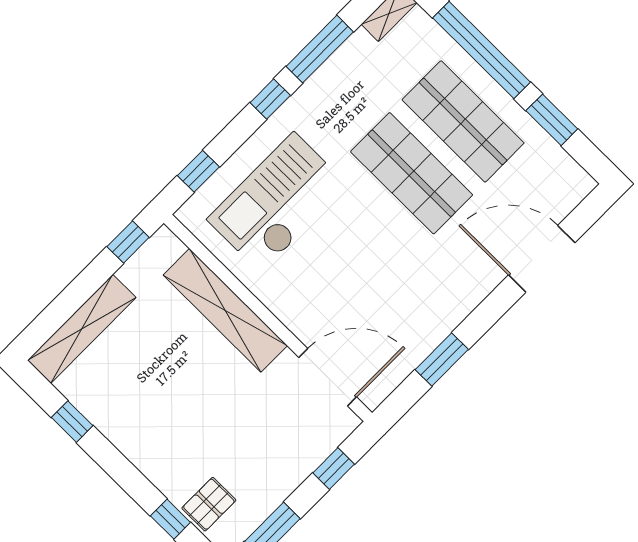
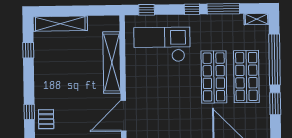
window: (128, 242) -> (102, 10), removed
door: (328, 377) -> (123, 116), swing flipped
pallet: (209, 504) -> (46, 119), turned 90

